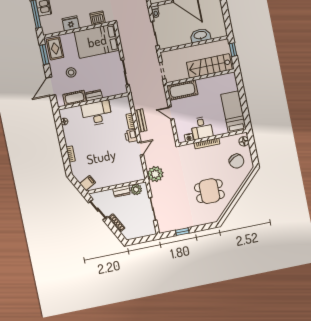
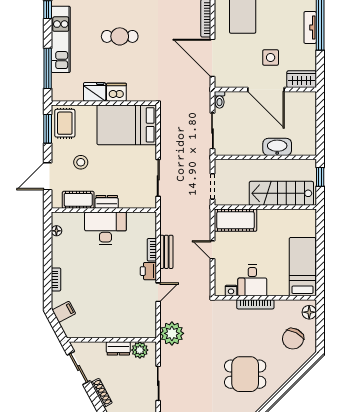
dishwasher: (97, 18) -> (116, 92), moved
chair: (237, 161) -> (293, 339), turned 55
filing cabinet: (88, 183) -> (64, 312), moved

